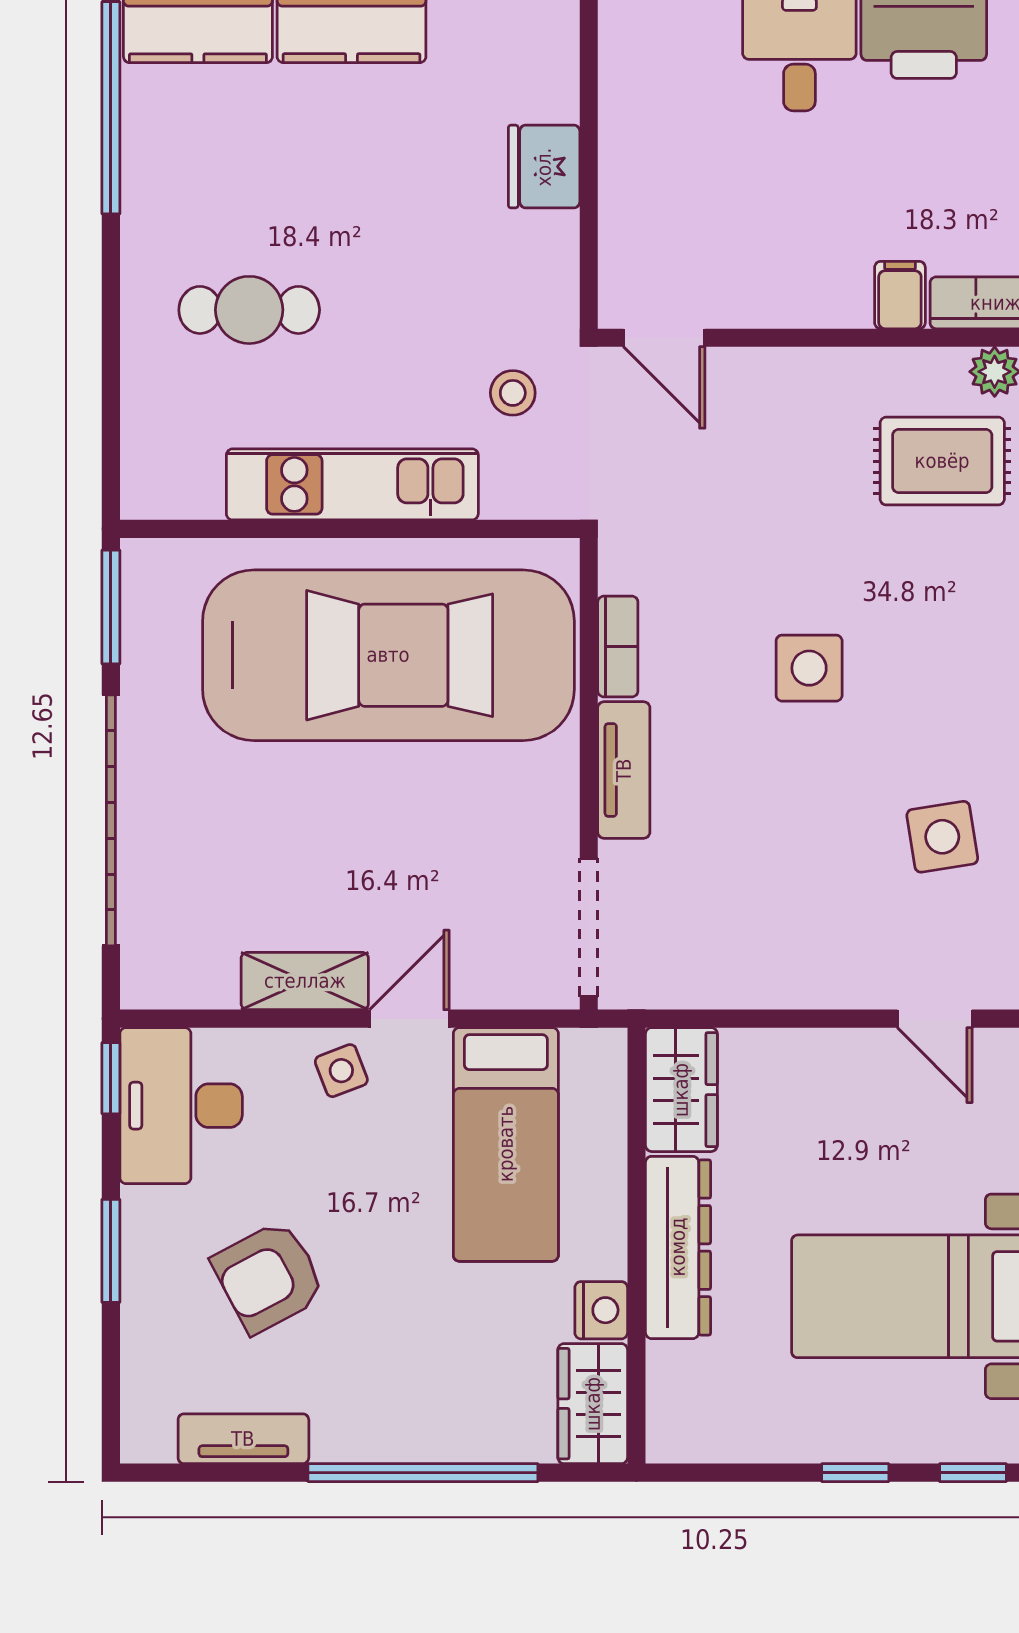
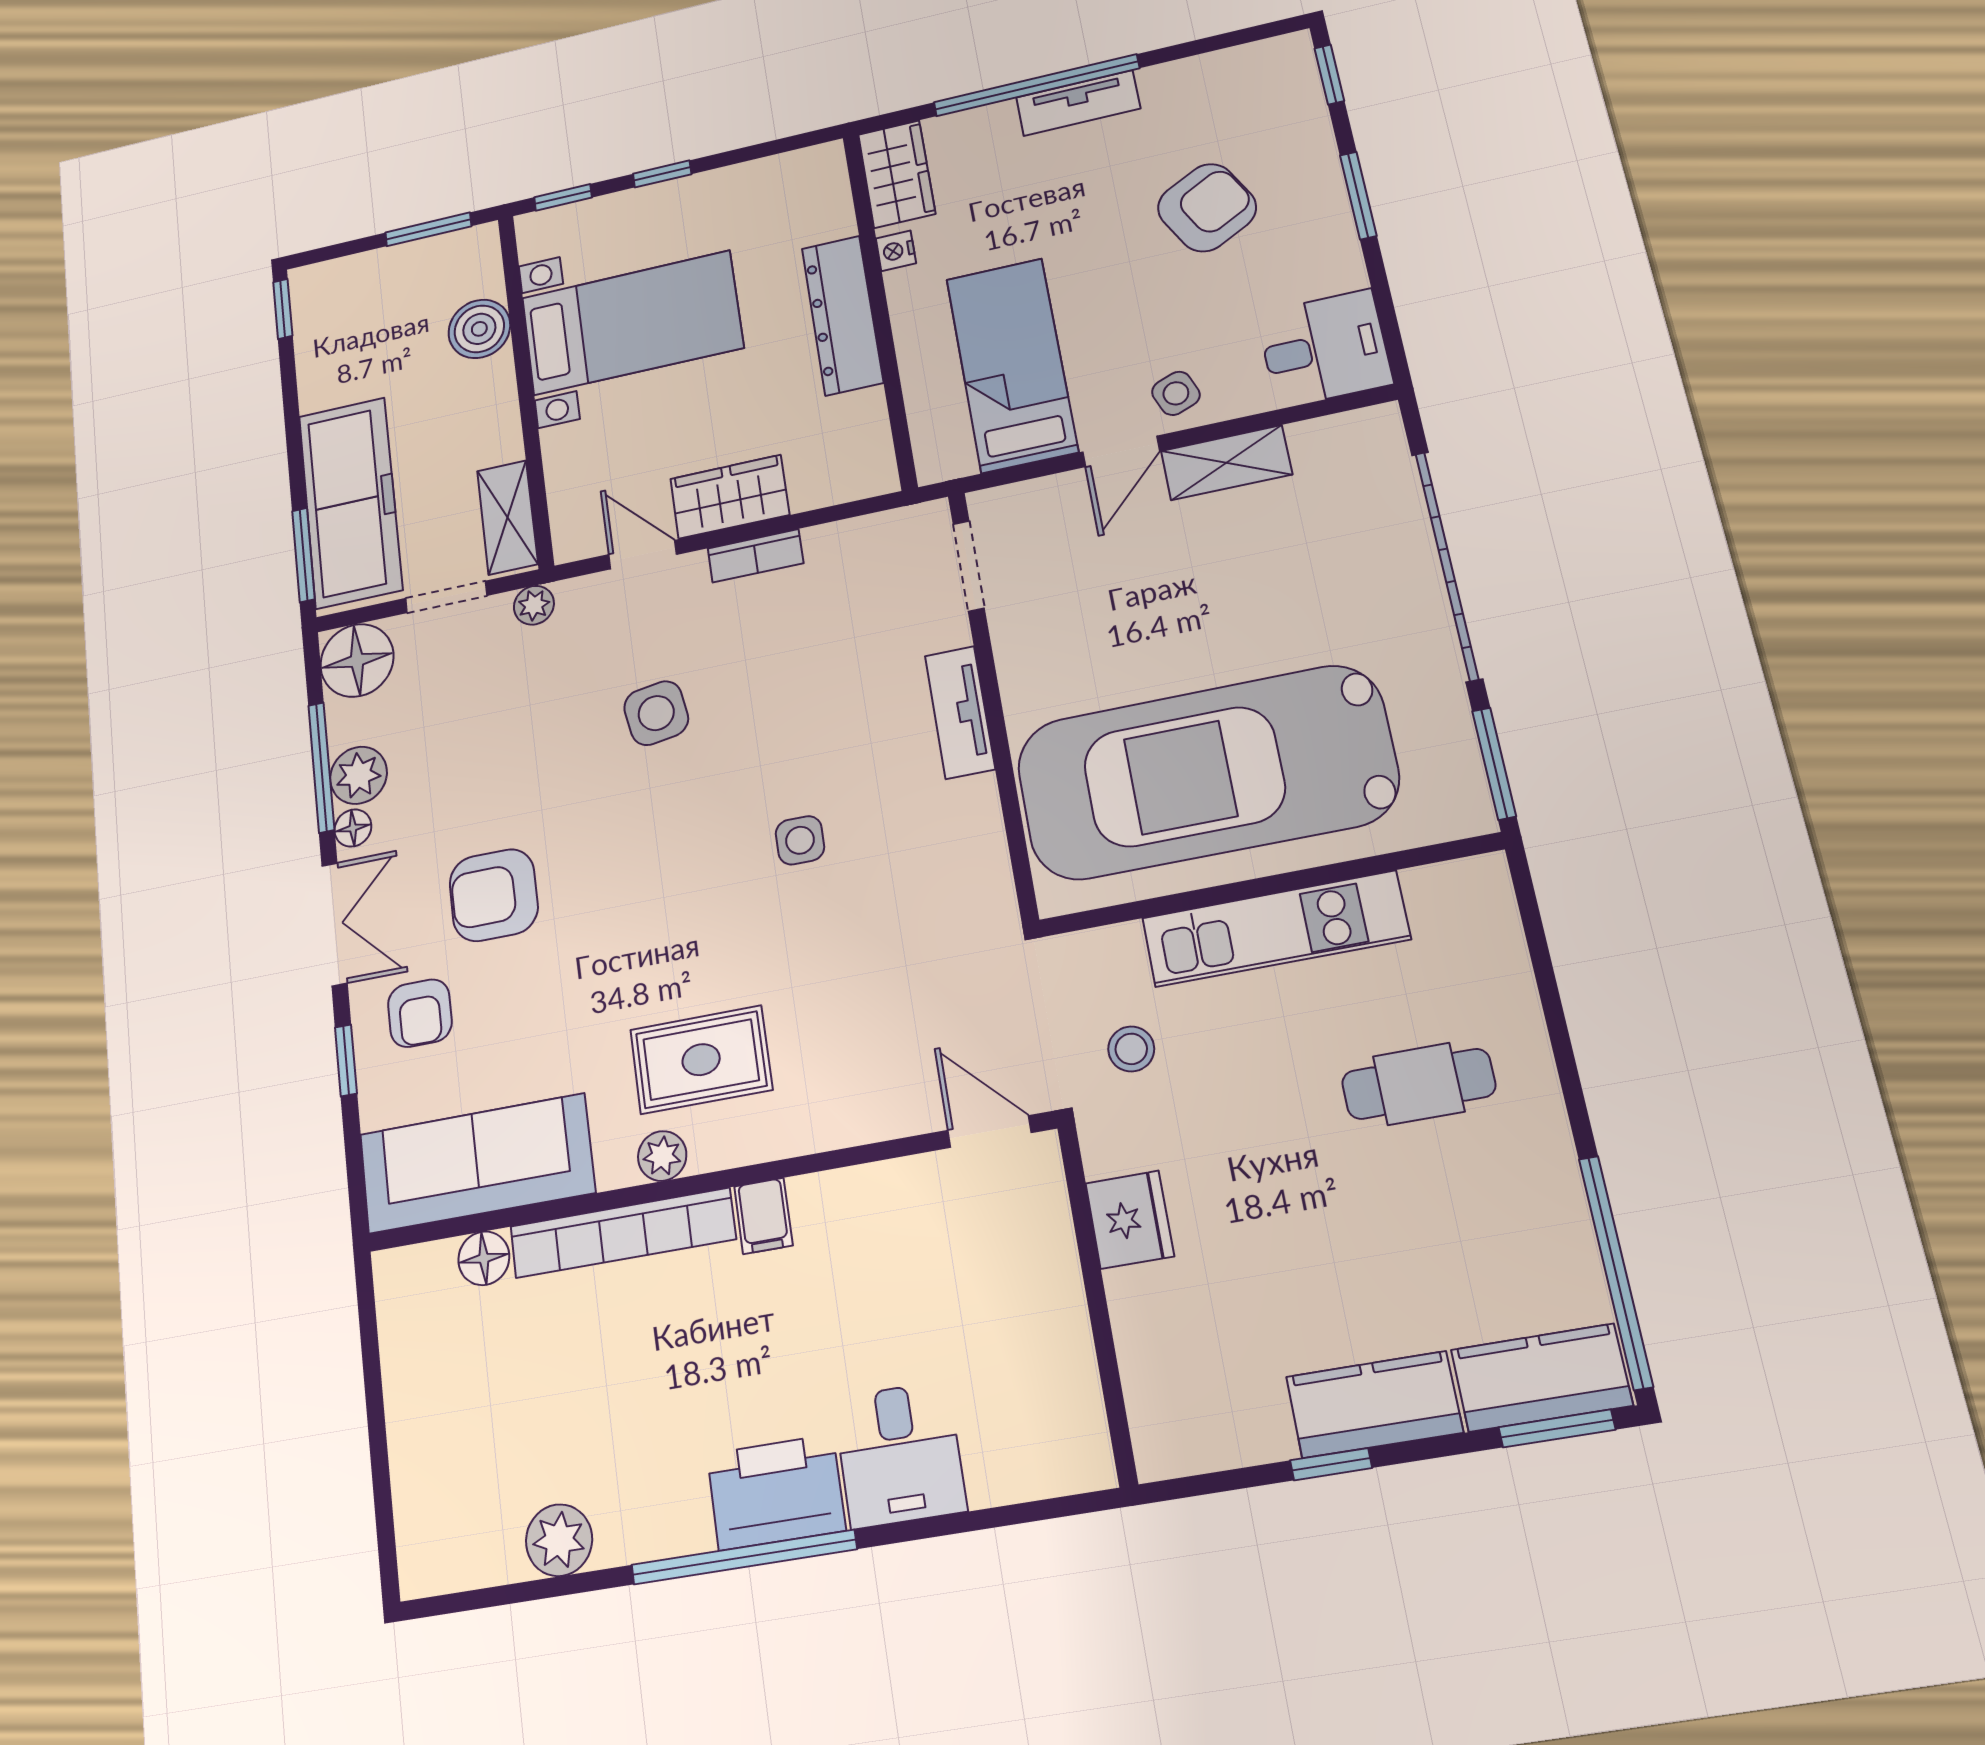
fridge: (544, 167) -> (1130, 1220), moved
bookcase: (618, 647) -> (755, 556), moved, turned -90
side table: (809, 668) -> (800, 840), width x0.73, depth x0.73
doorway: (589, 927) -> (969, 566), width x0.73
window: (111, 1078) -> (1329, 75), moved
wardrobe: (681, 1090) -> (730, 497), moved, turned 90
desk: (181, 1106) -> (1324, 349), width x0.73
nightstand: (601, 1310) -> (896, 251), width x0.72, depth x0.74
tv unit: (243, 1439) -> (1078, 103), moved

